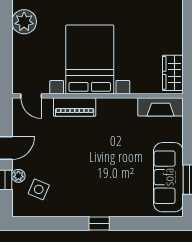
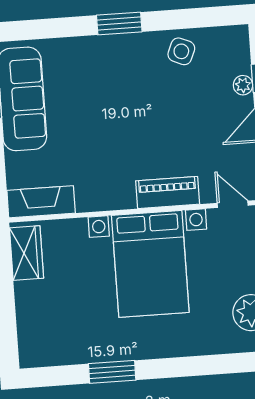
side table: (39, 189) -> (181, 51), moved
window: (99, 223) -> (119, 23), width x1.50

